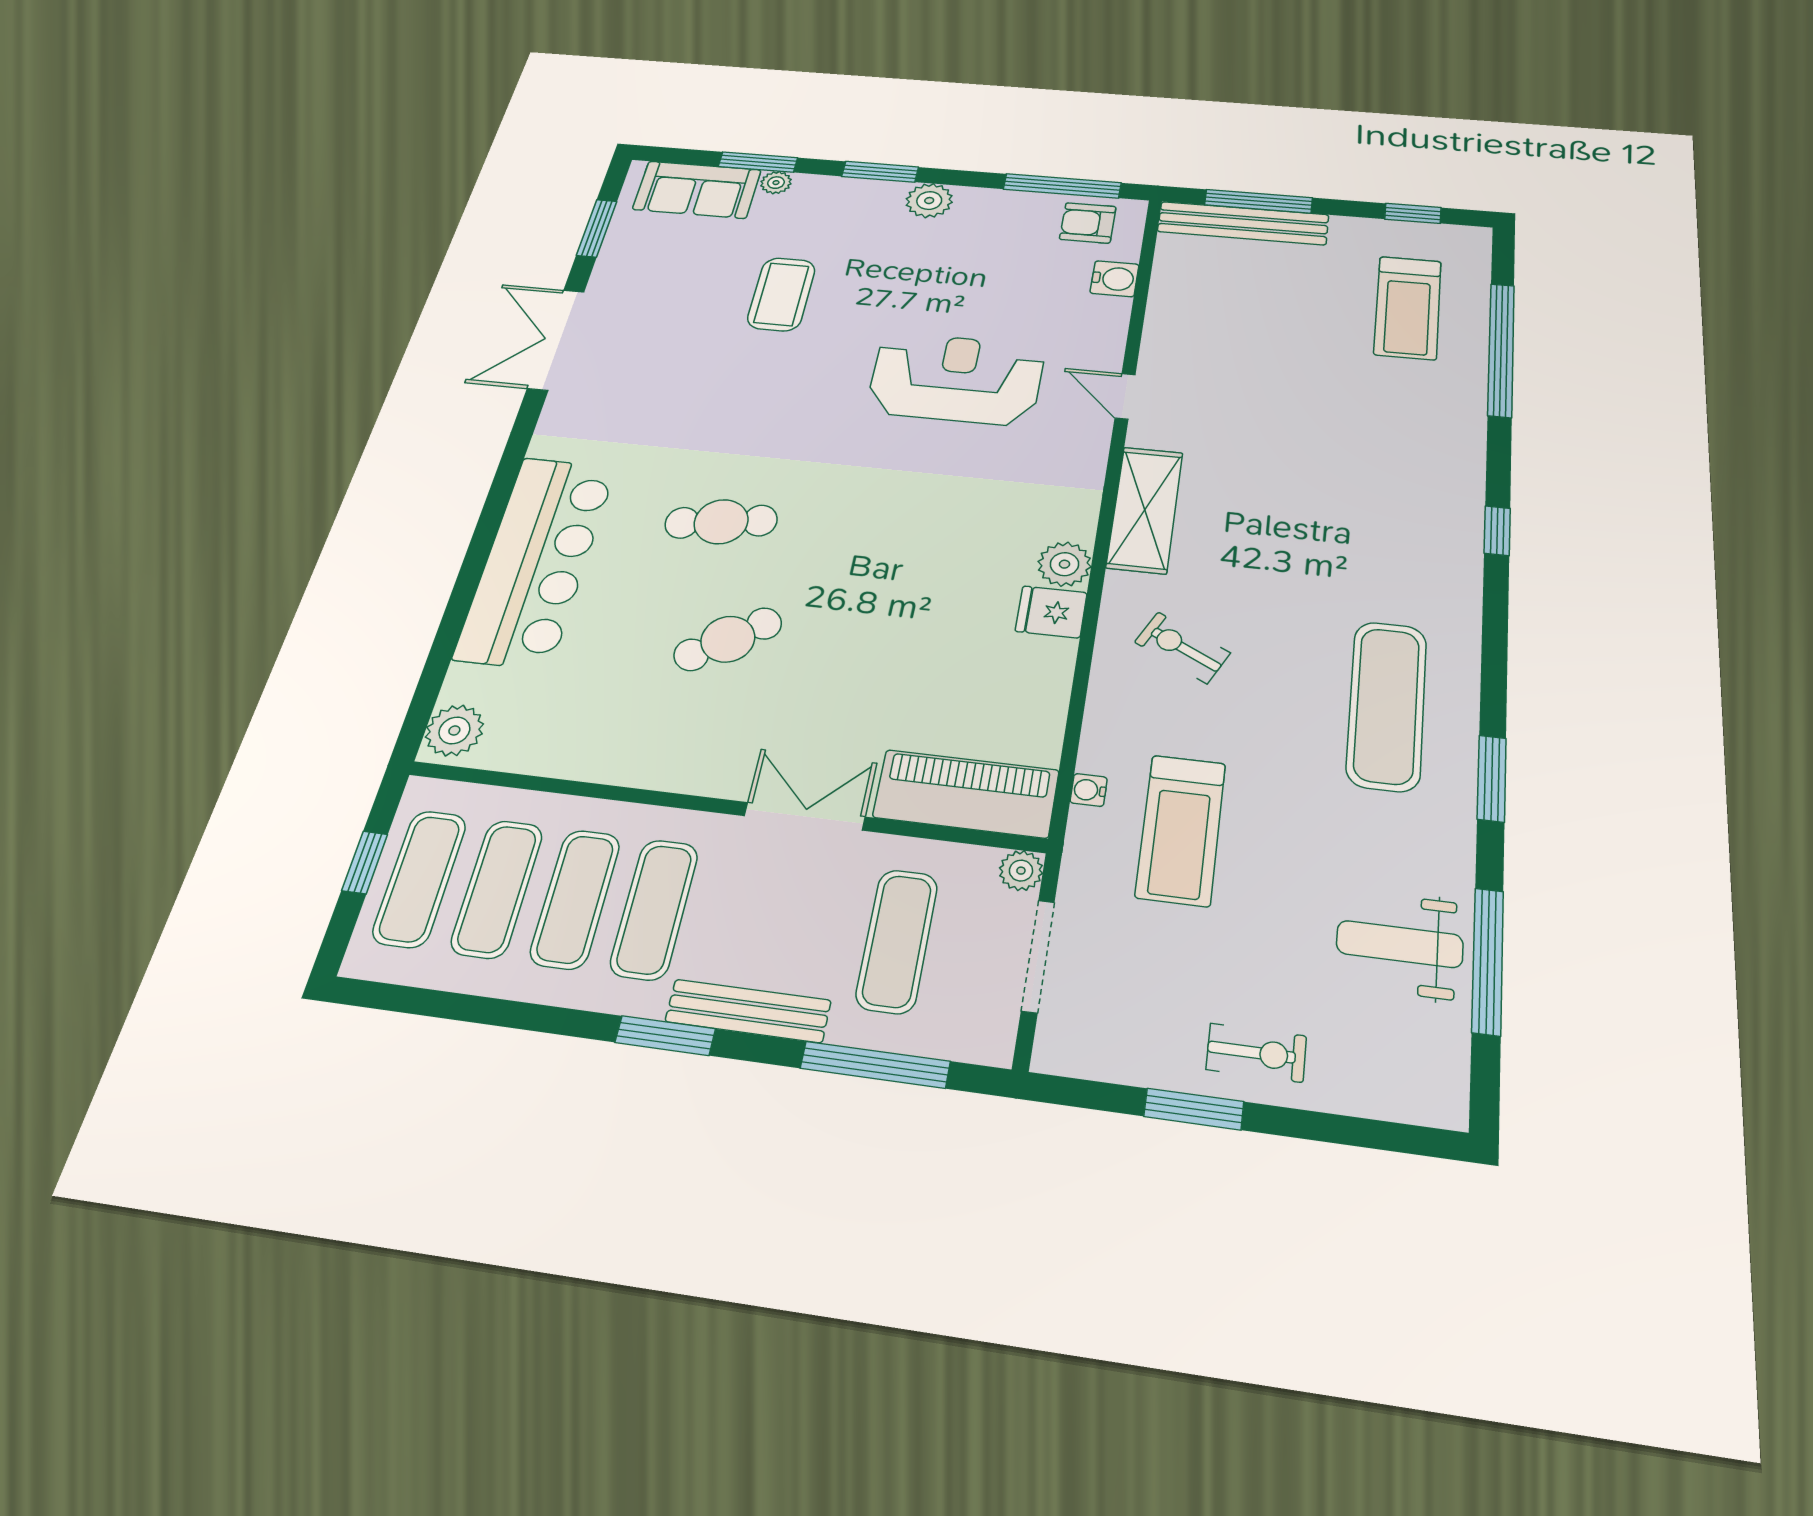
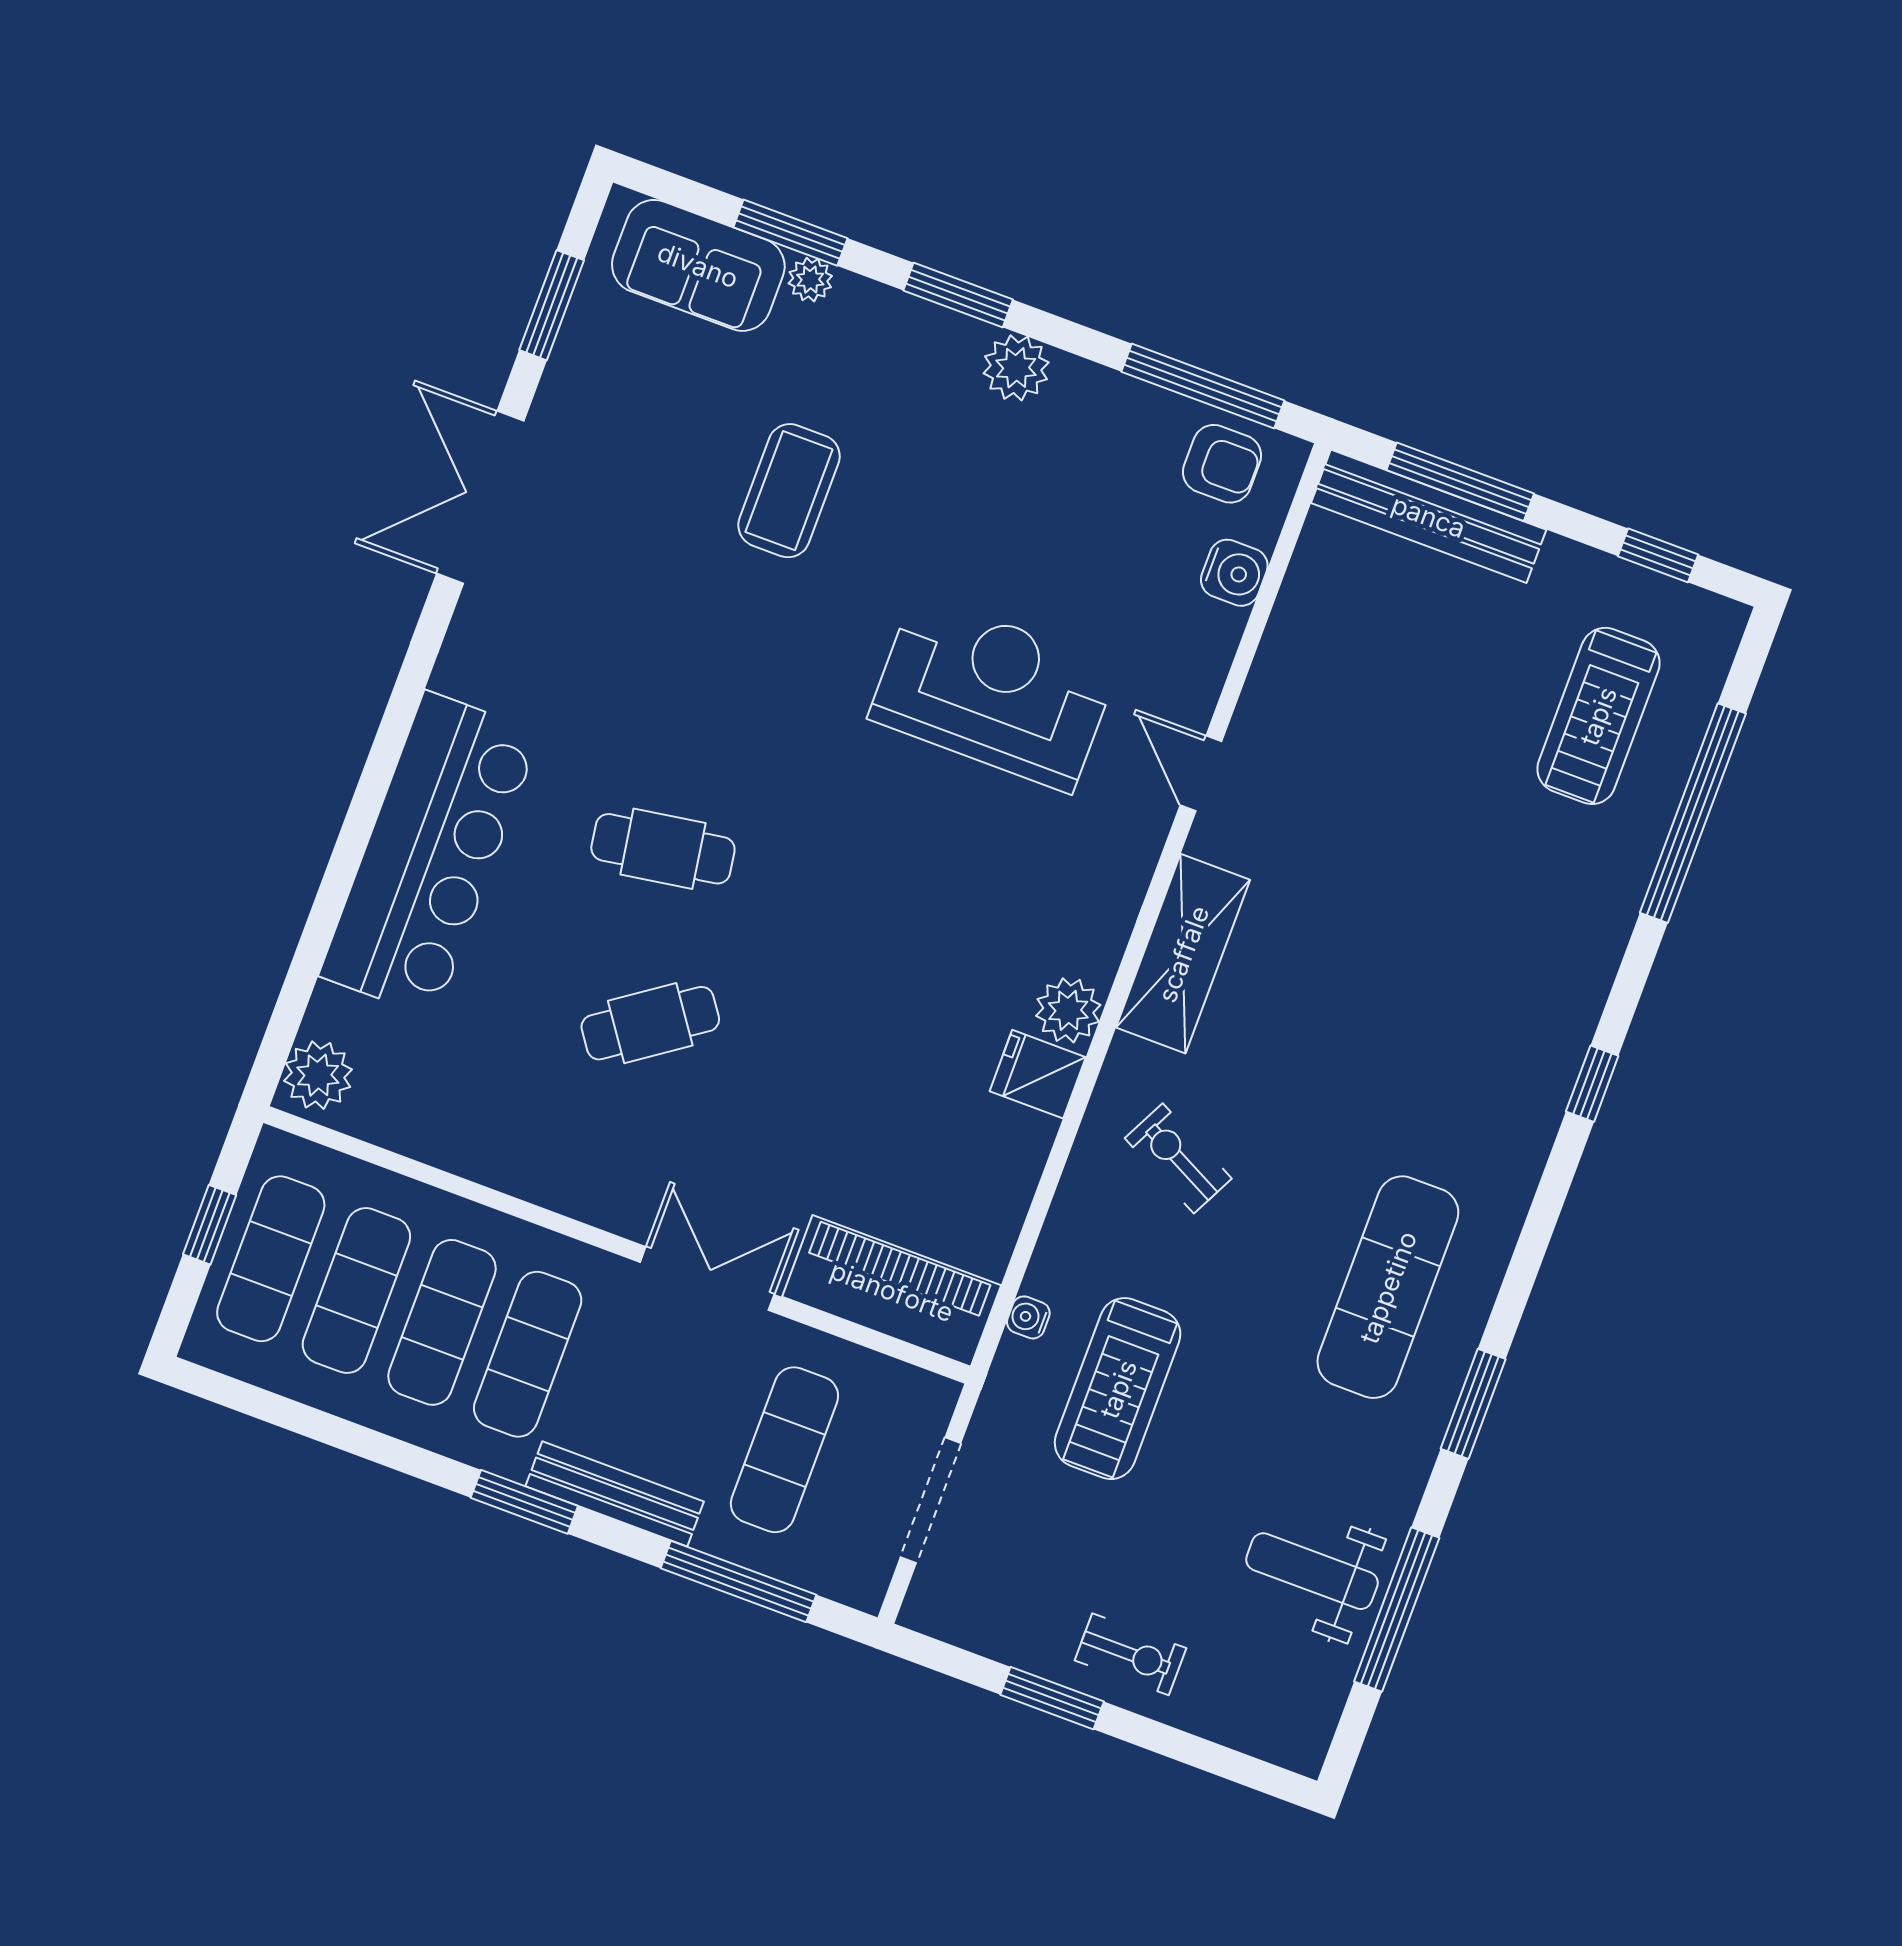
armchair: (1088, 223) -> (1222, 464), turned 180
plant: (1021, 871) -> (933, 1398), removed

